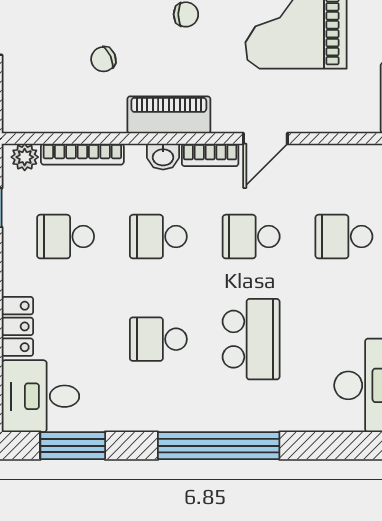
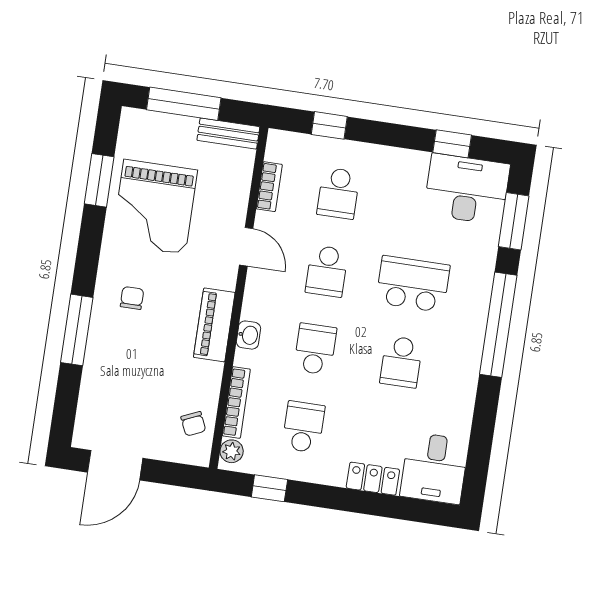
chair: (103, 59) -> (193, 424), moved
bookcase: (210, 155) -> (269, 187), moved
school desk: (66, 237) -> (303, 427), turned 180
school desk: (158, 237) -> (315, 349), turned 180
window: (73, 446) -> (514, 221), moved

